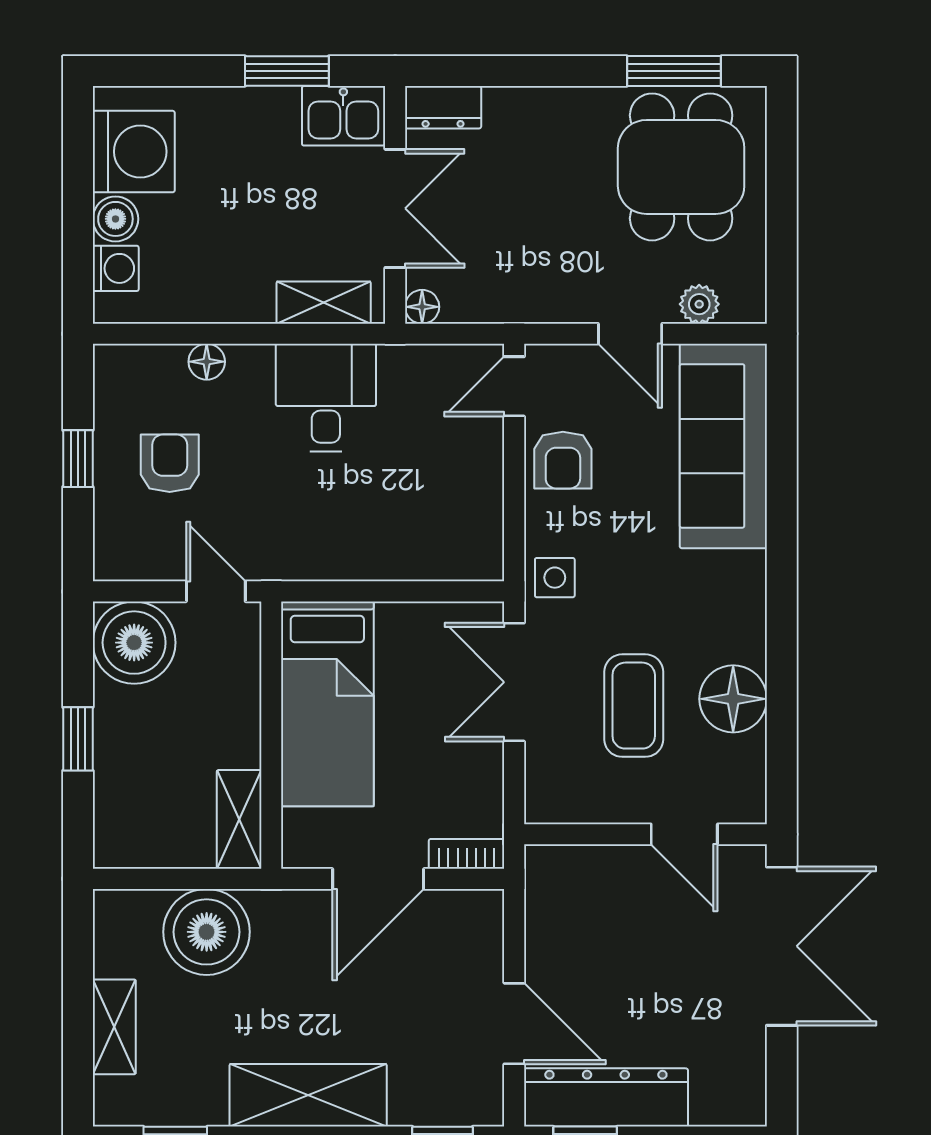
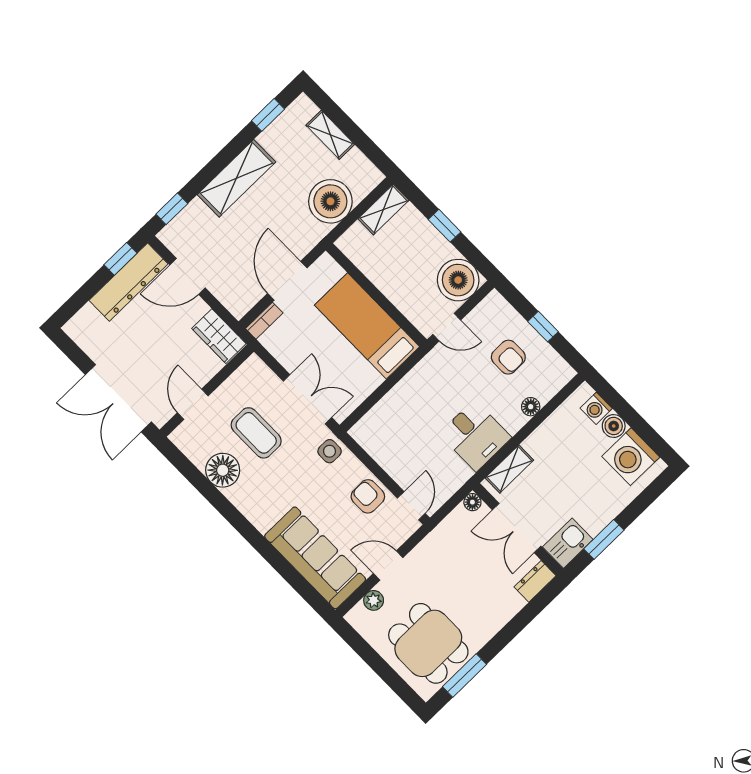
shelving: (239, 819) -> (383, 209), moved, turned 90
door: (684, 834) -> (193, 404), hinge flipped
wardrobe: (552, 895) -> (219, 336), added

